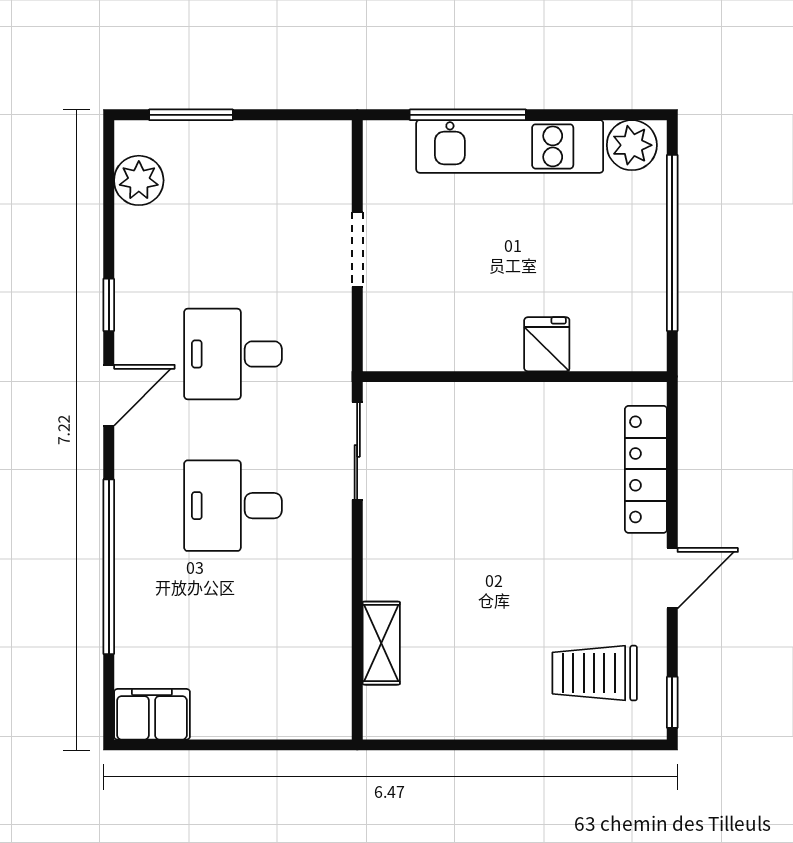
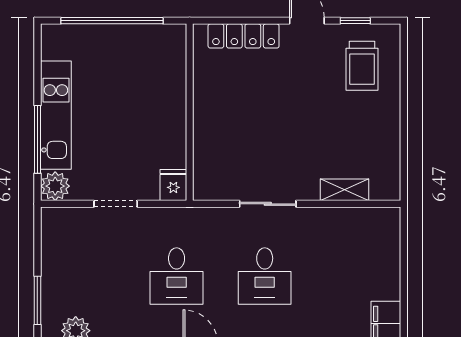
plant: (632, 145) -> (55, 186), moved
fridge: (547, 344) -> (173, 185), moved, turned 90
sliding door: (357, 451) -> (268, 204), moved
window: (672, 702) -> (355, 21), moved

